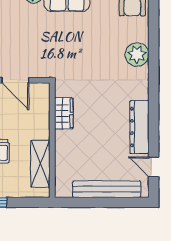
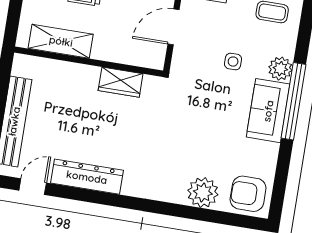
side table: (34, 31) -> (233, 62), added
plant: (137, 55) -> (203, 192), moved

